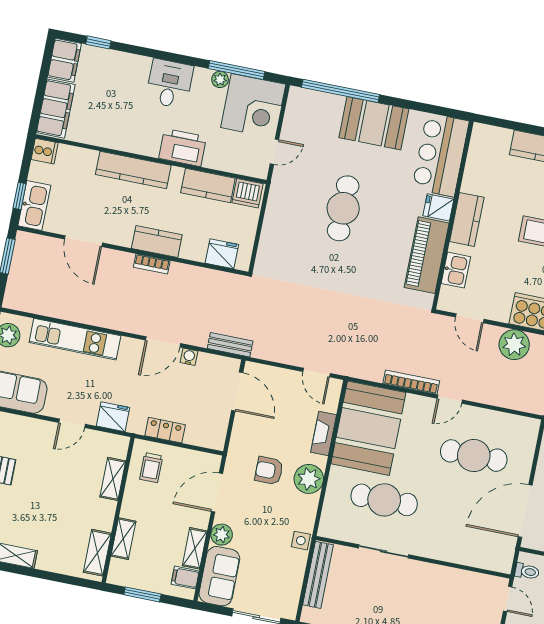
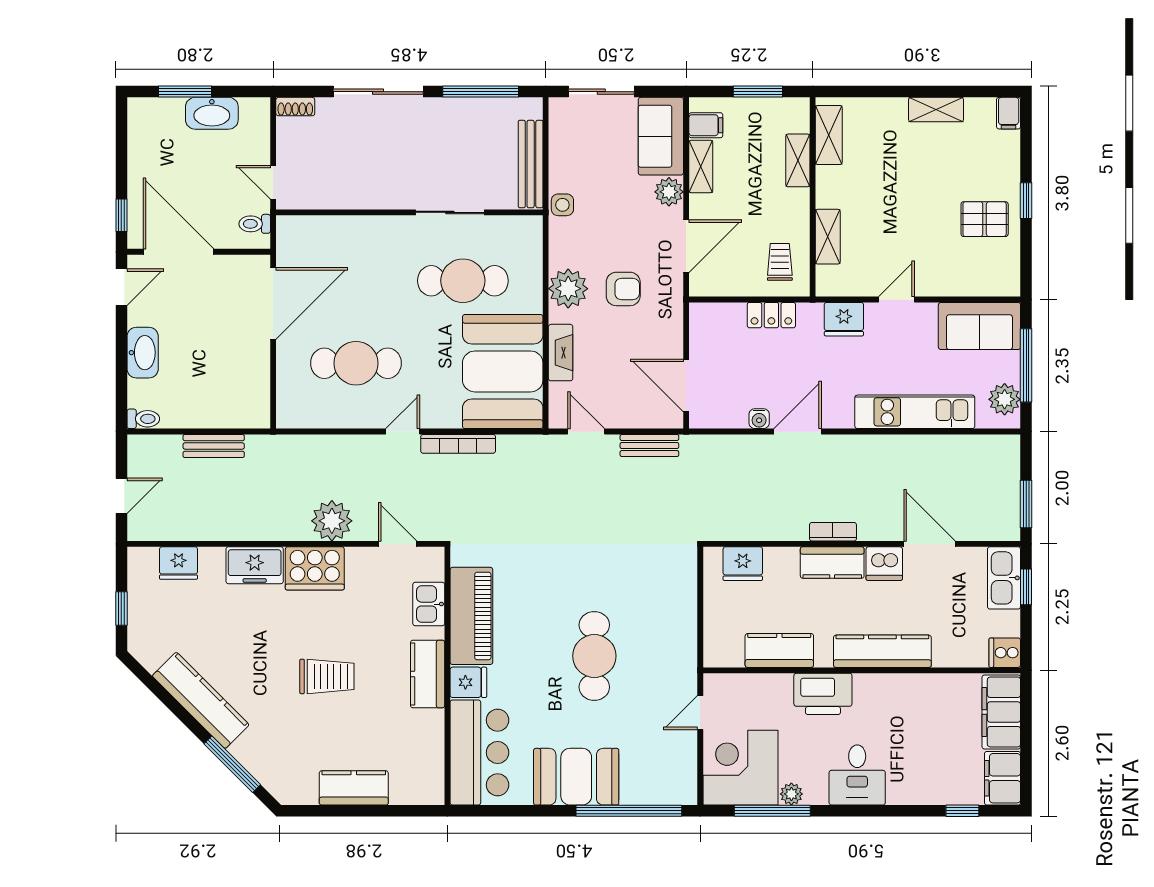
dishwasher: (248, 193) -> (884, 564), moved, turned 180
bench: (230, 345) -> (649, 446), moved

